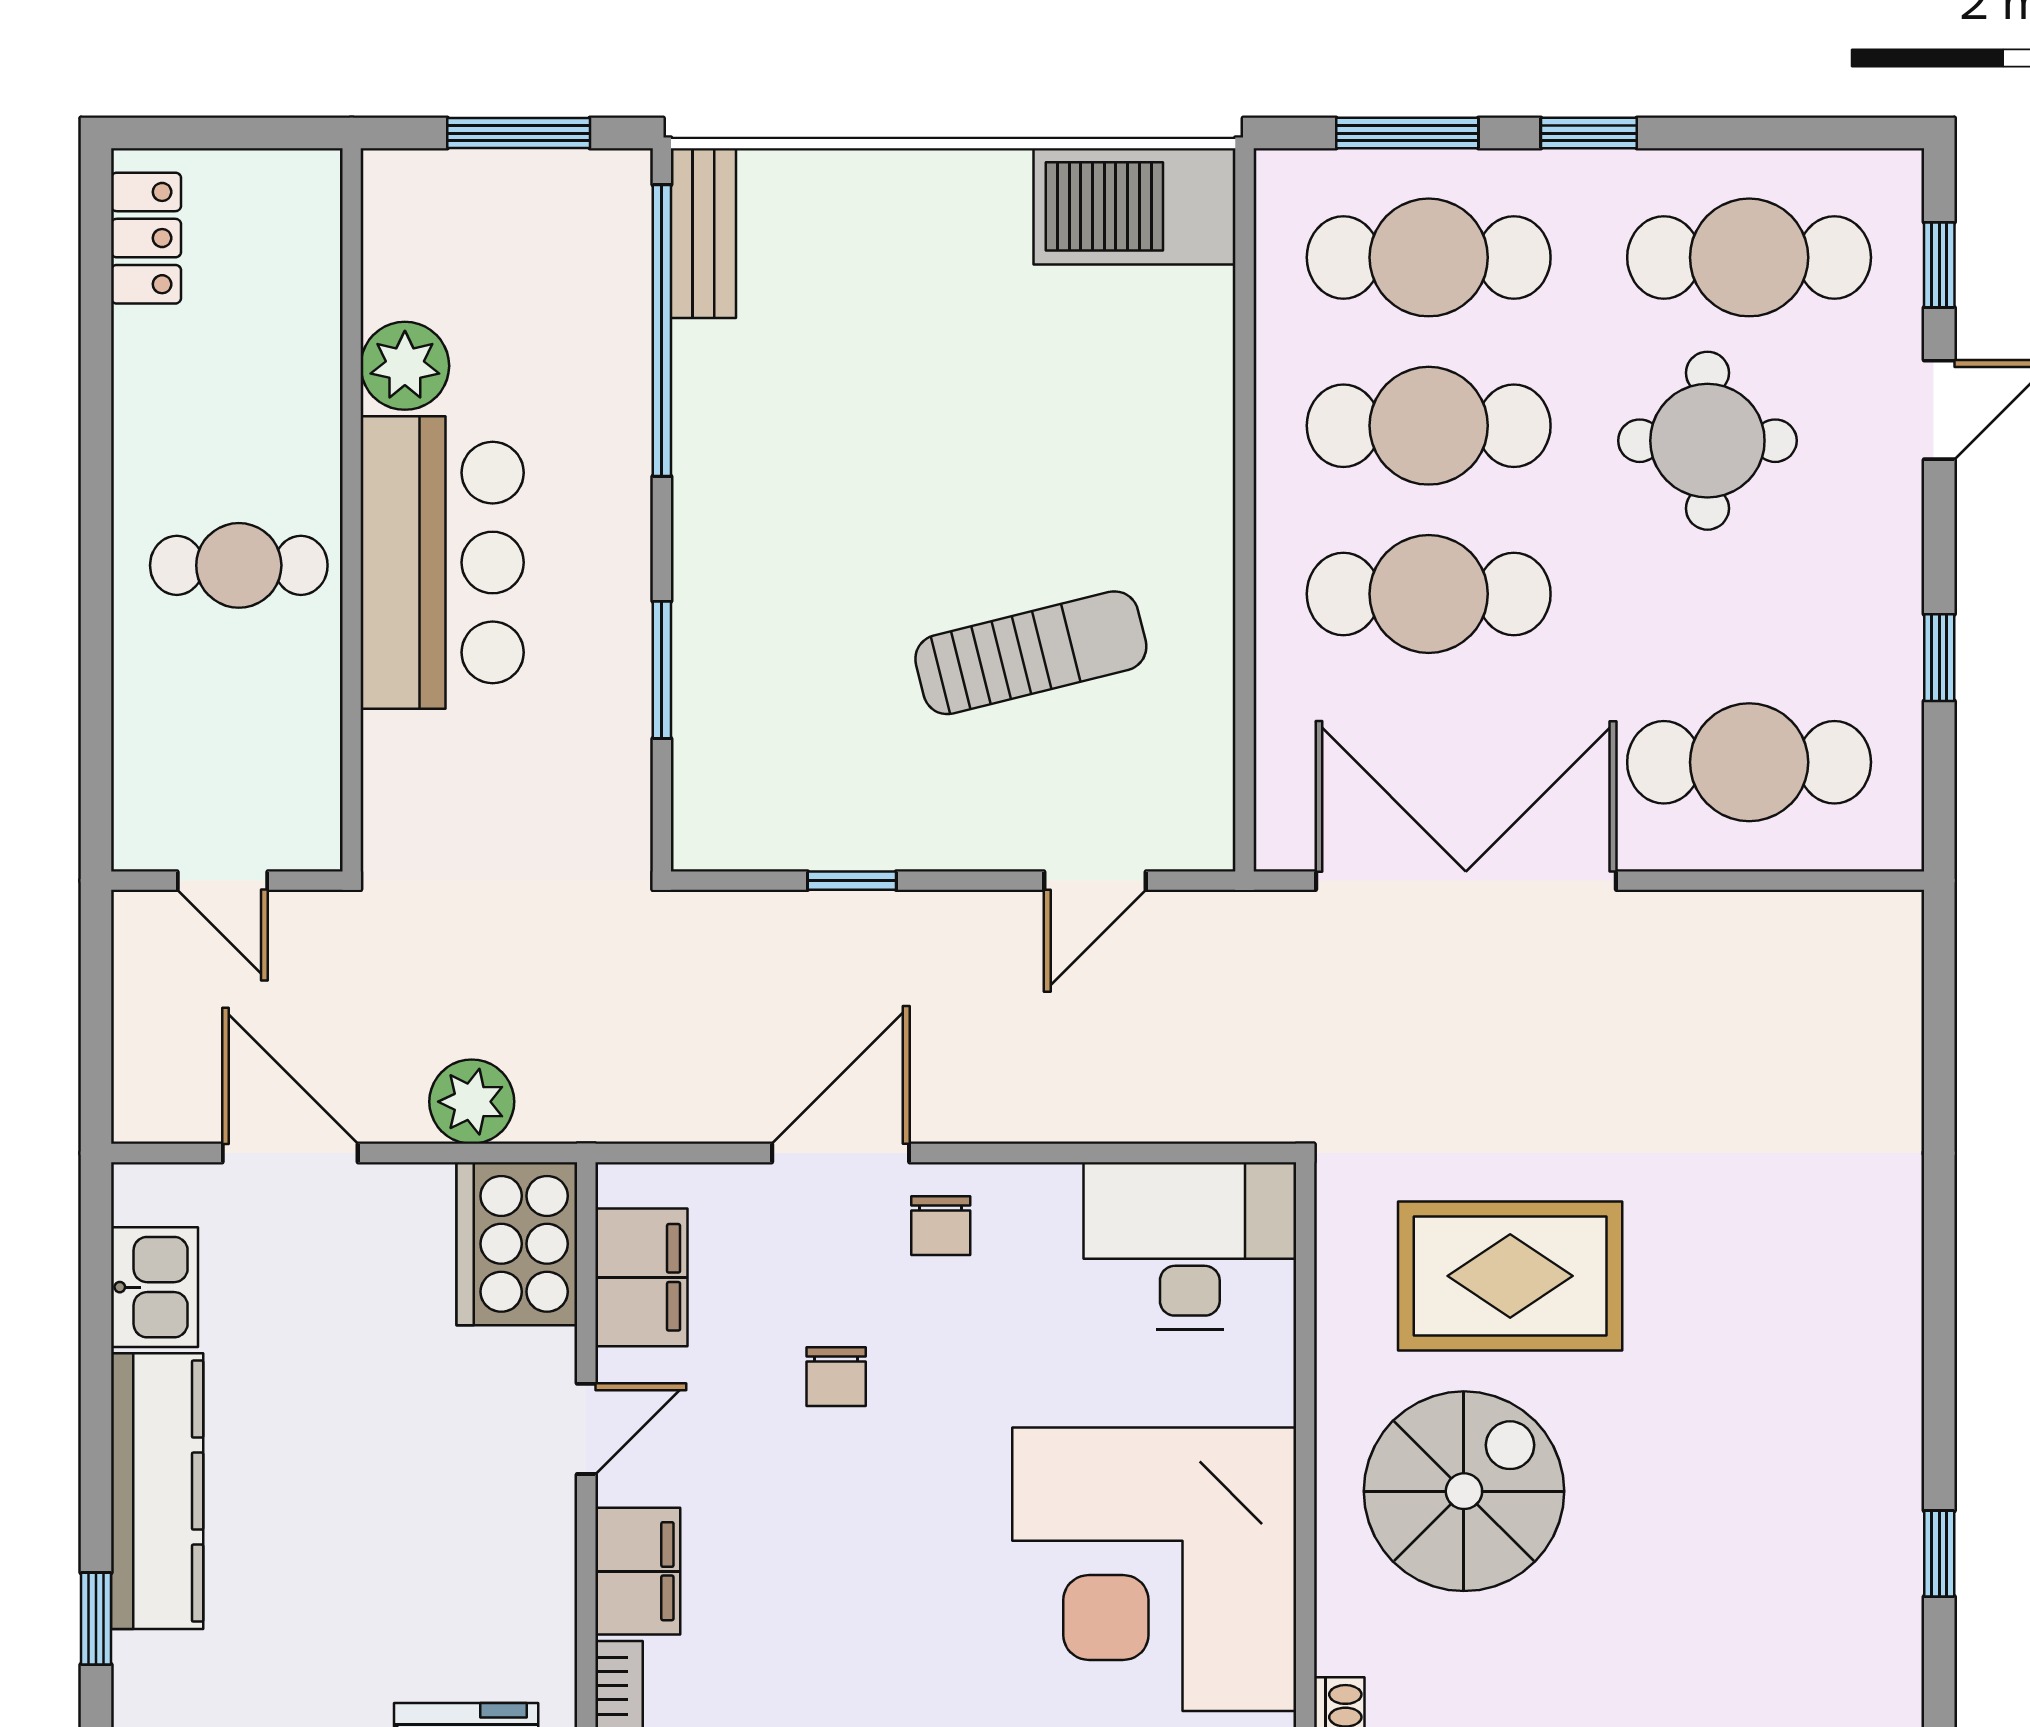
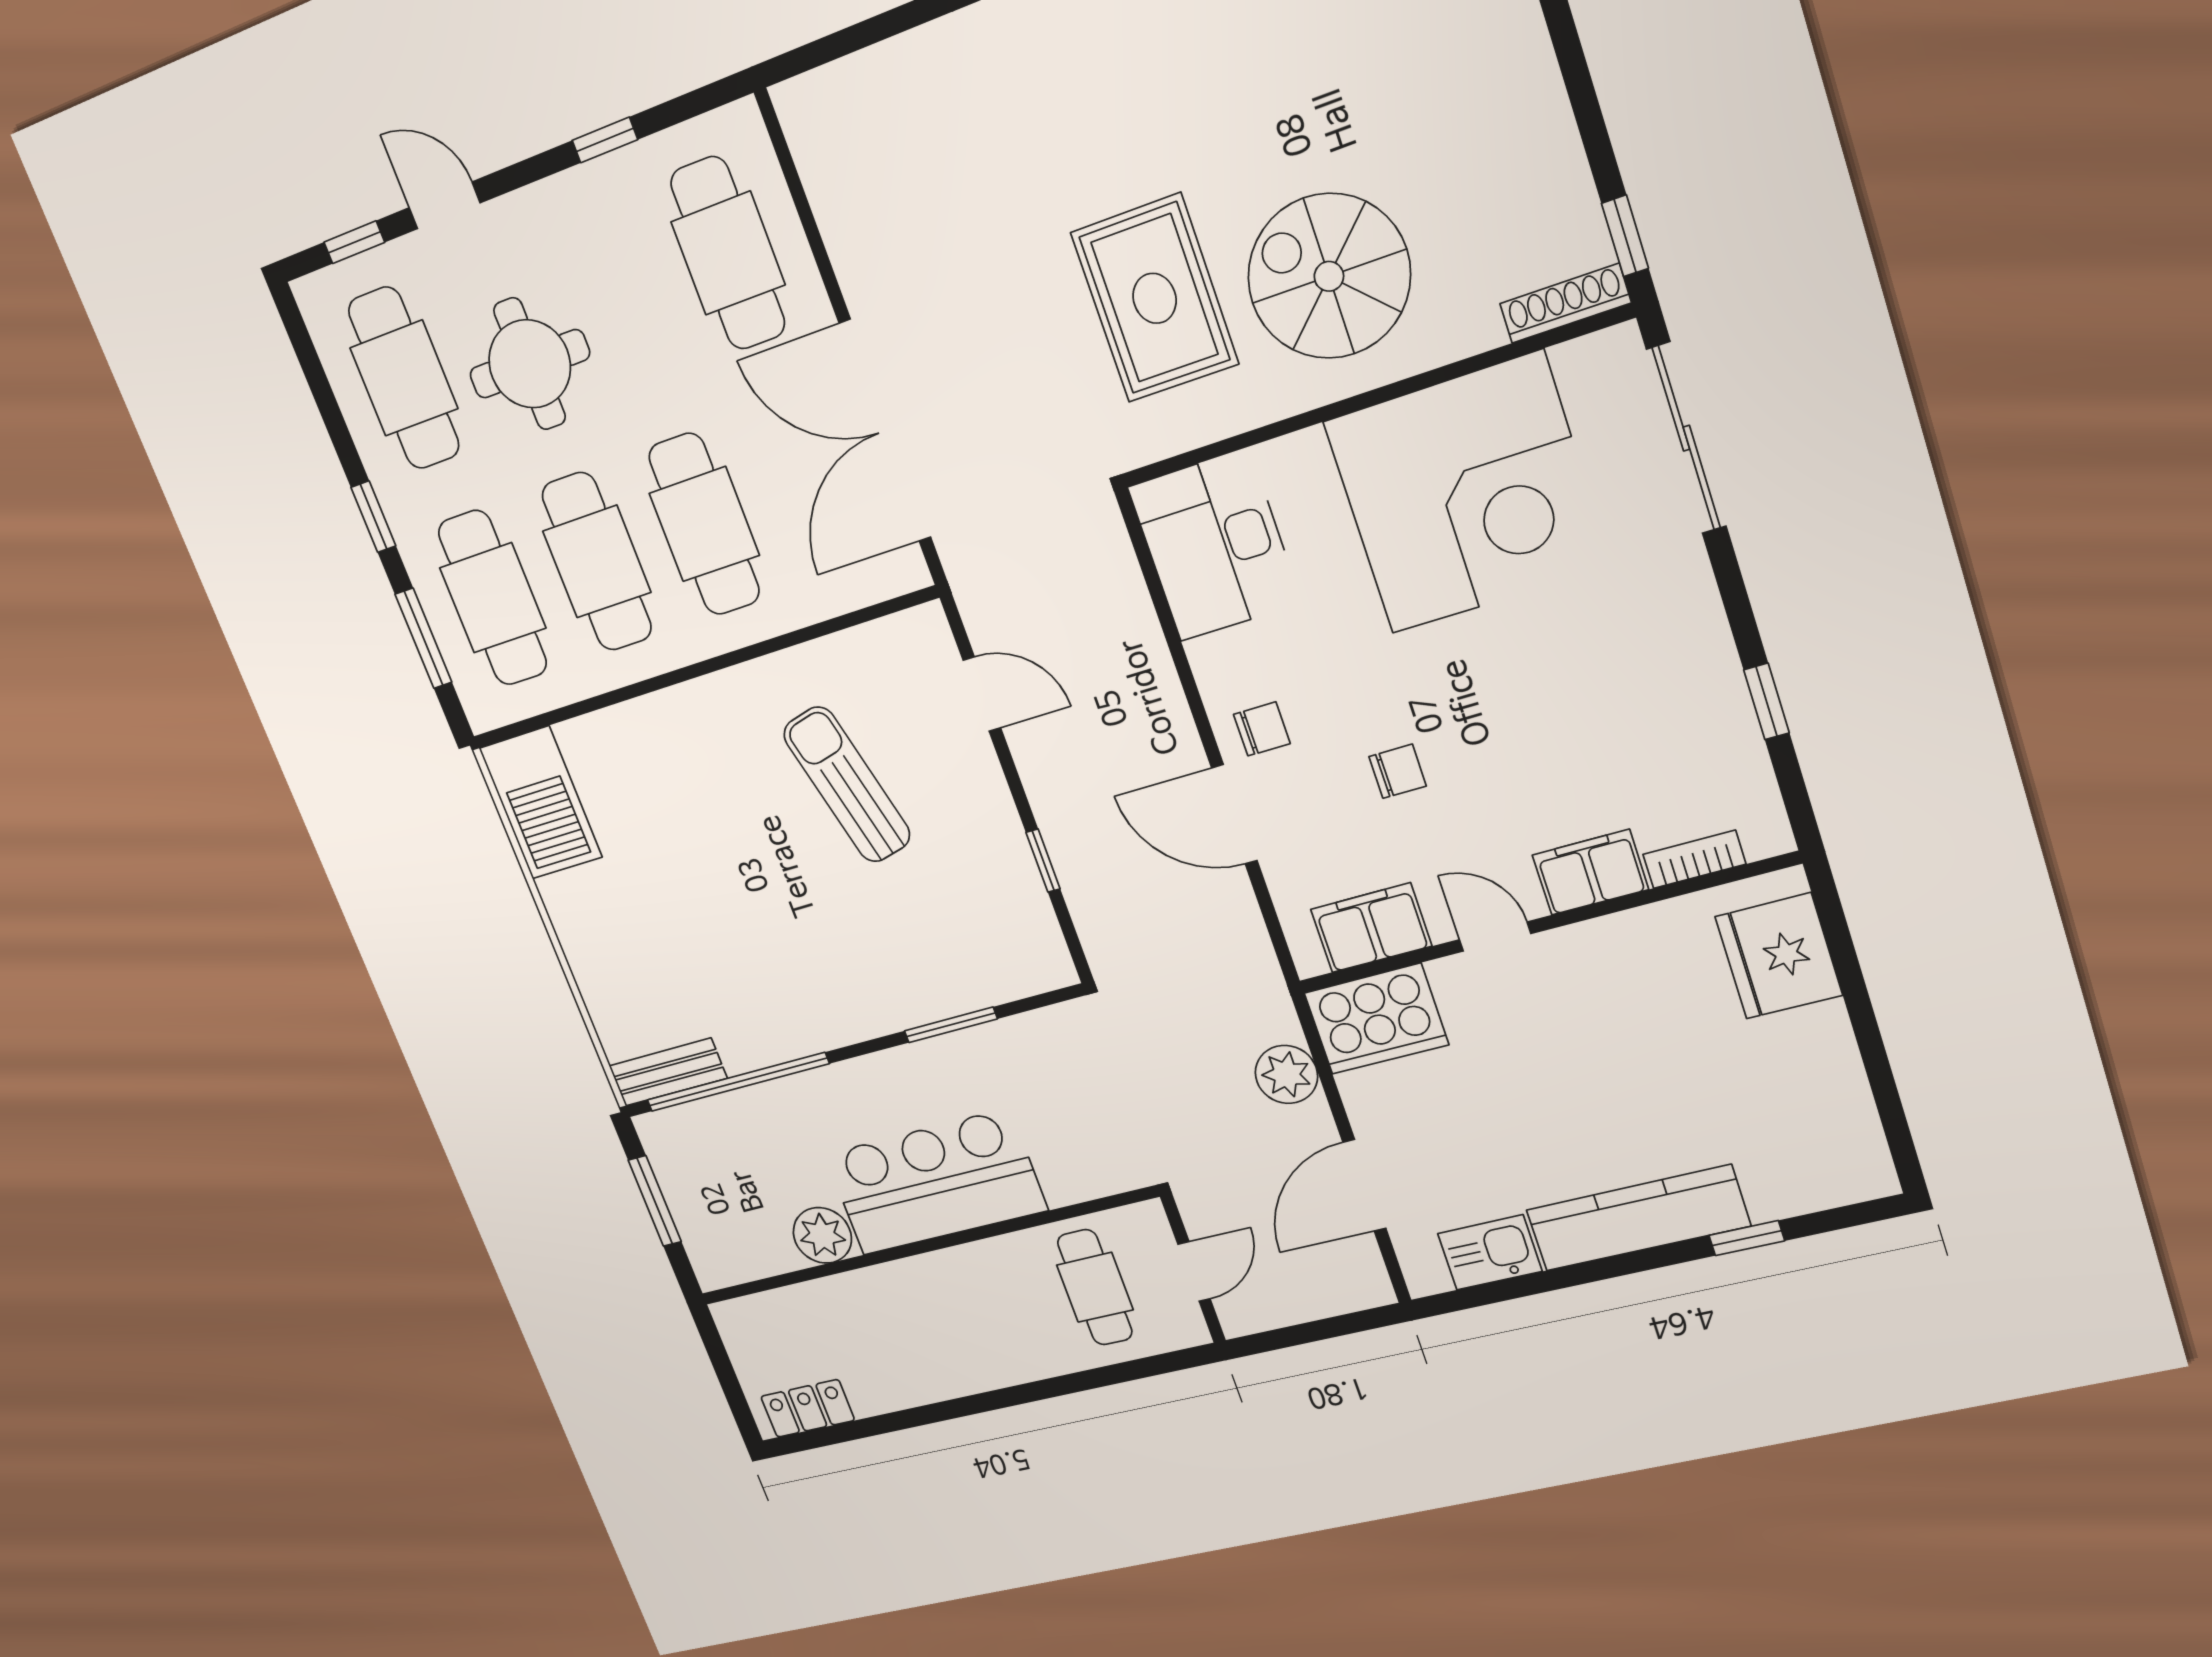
cafe table: (239, 565) -> (1095, 1287), moved

